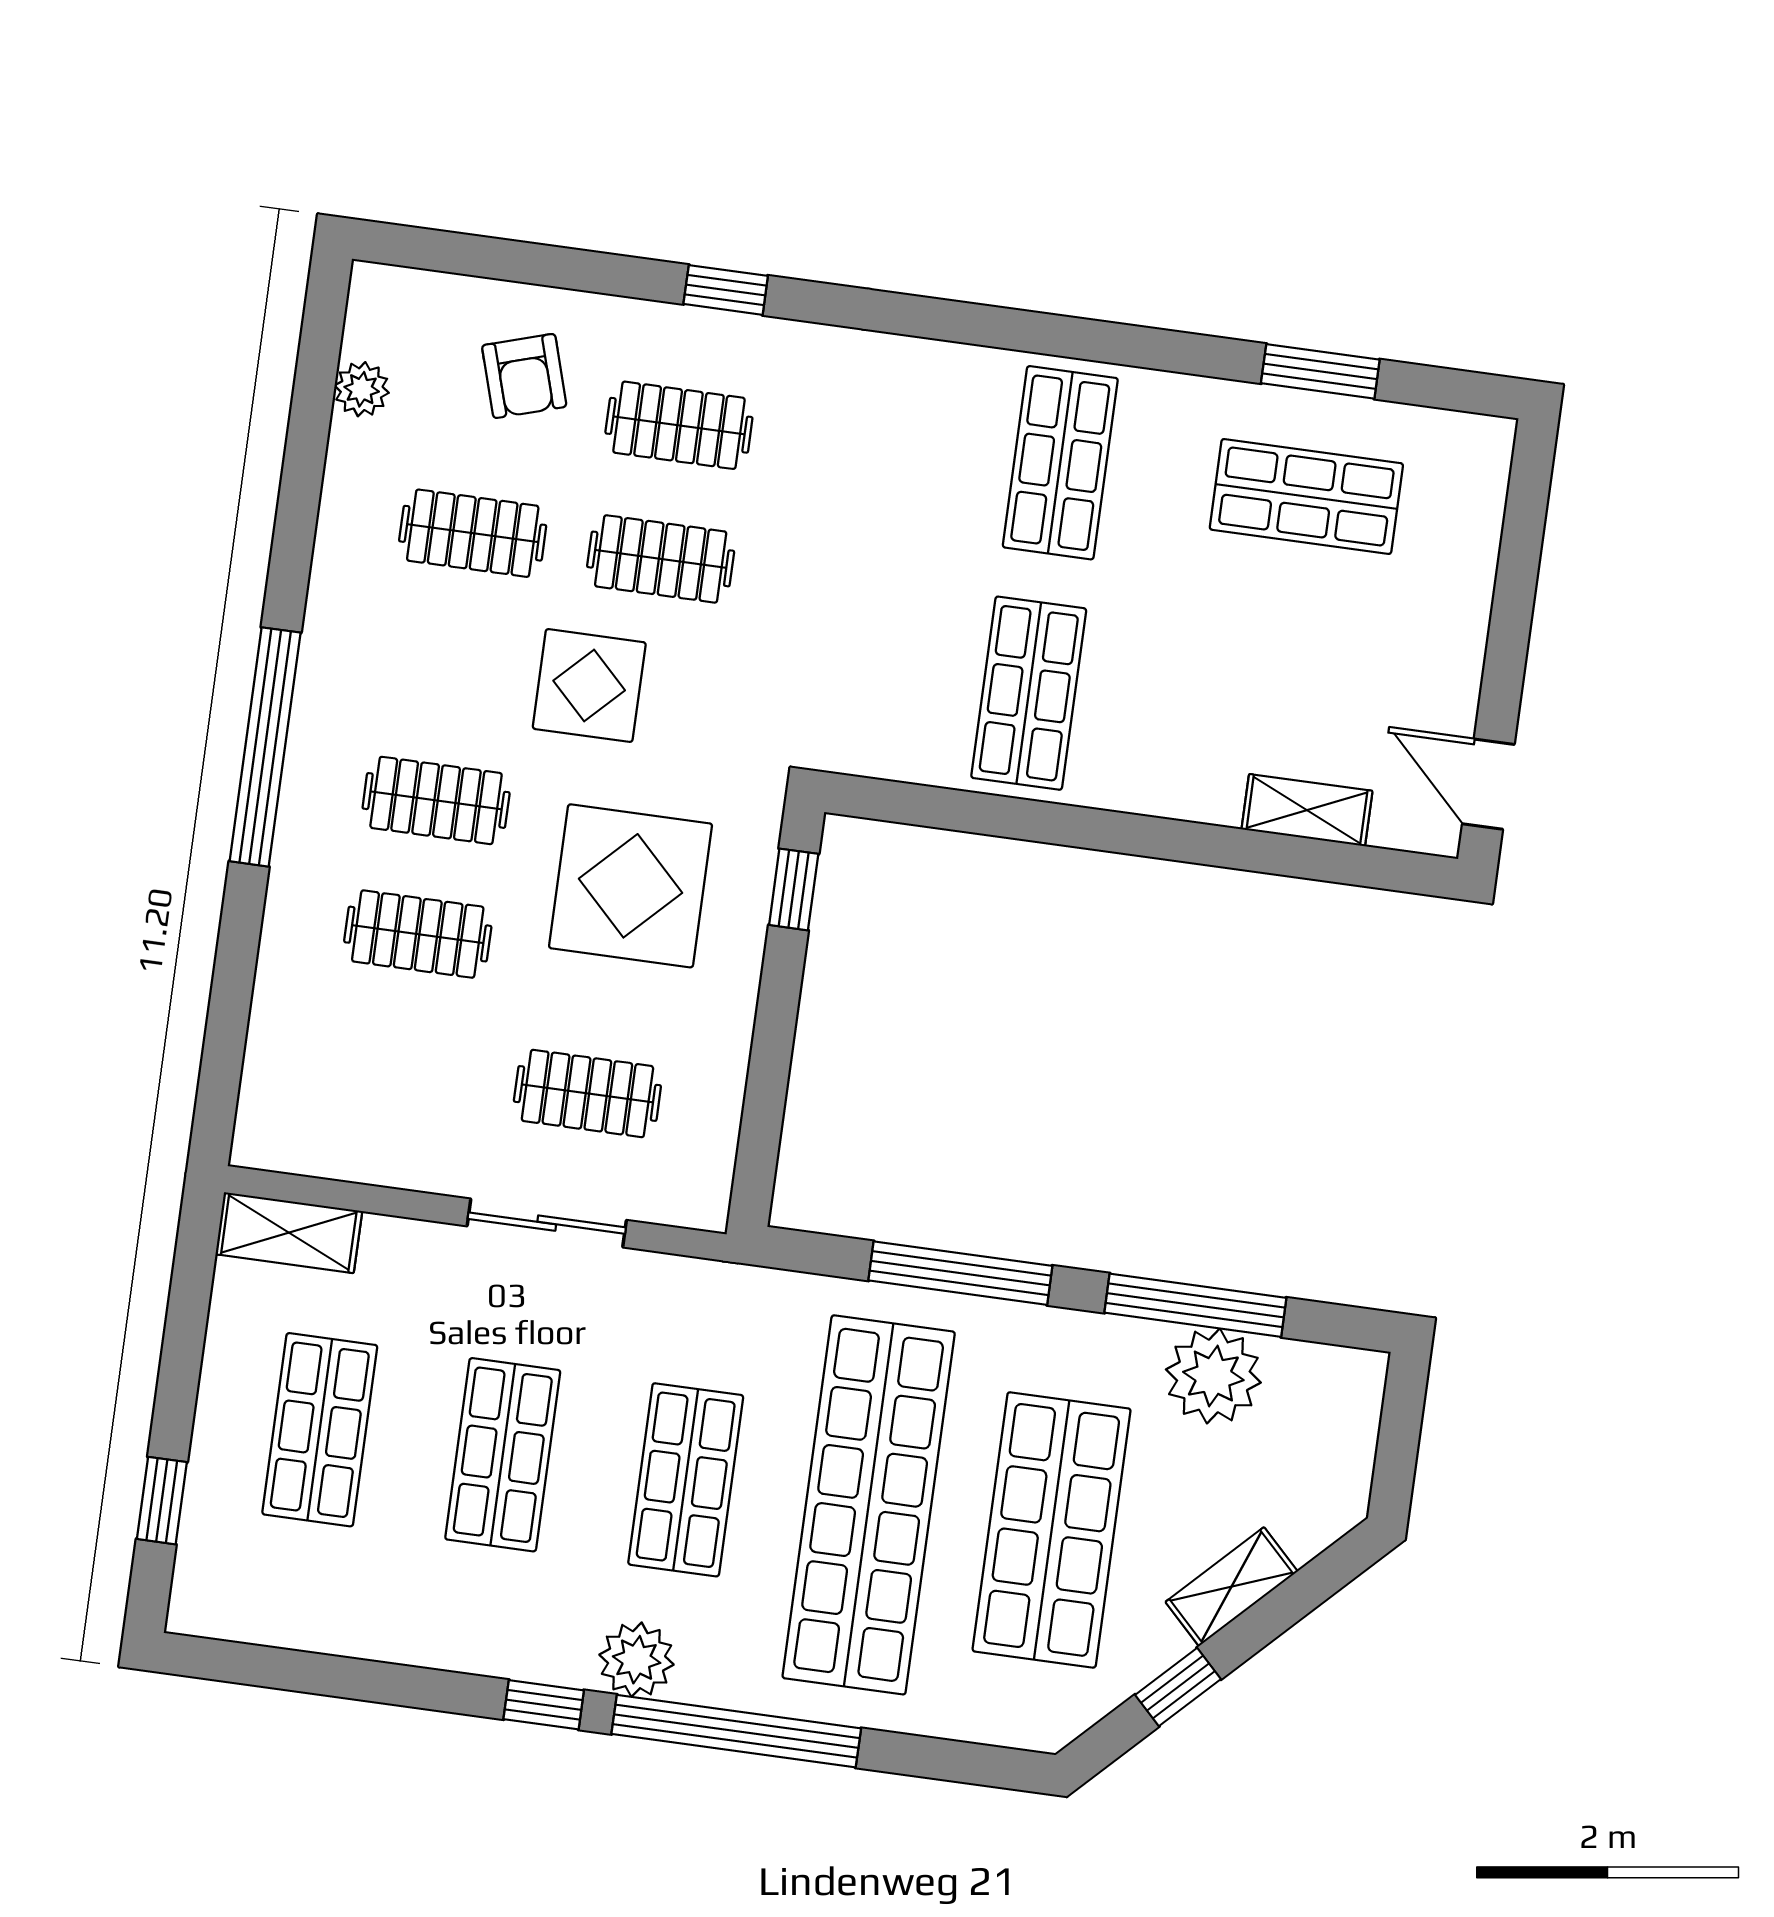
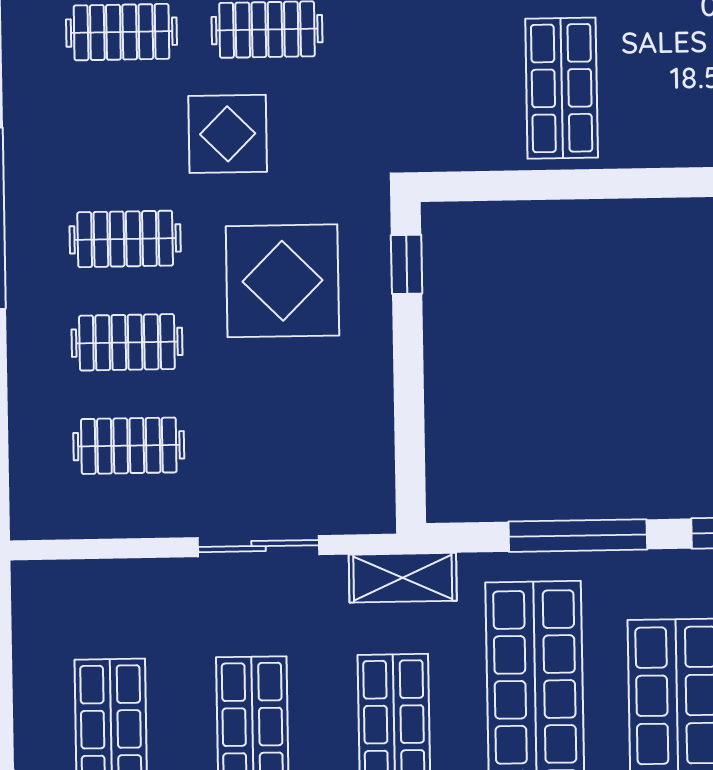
clothes rail: (587, 1093) -> (129, 446), moved
shelving: (289, 1233) -> (403, 578), moved

